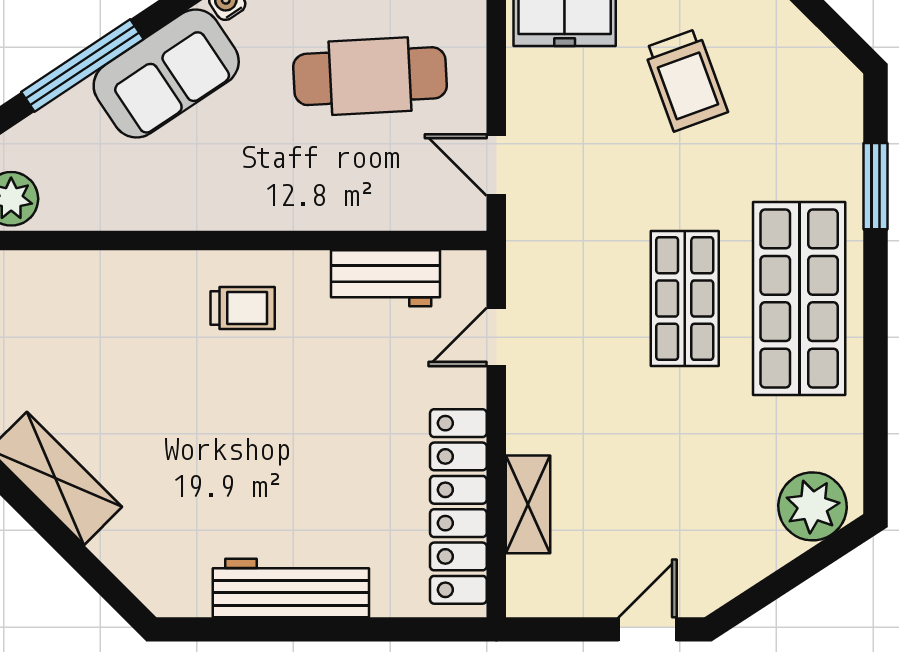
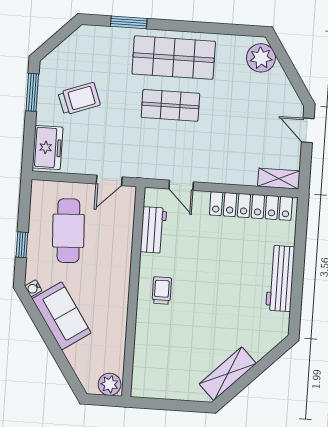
window: (82, 66) -> (56, 351), removed
shelving: (528, 504) -> (279, 179), moved

